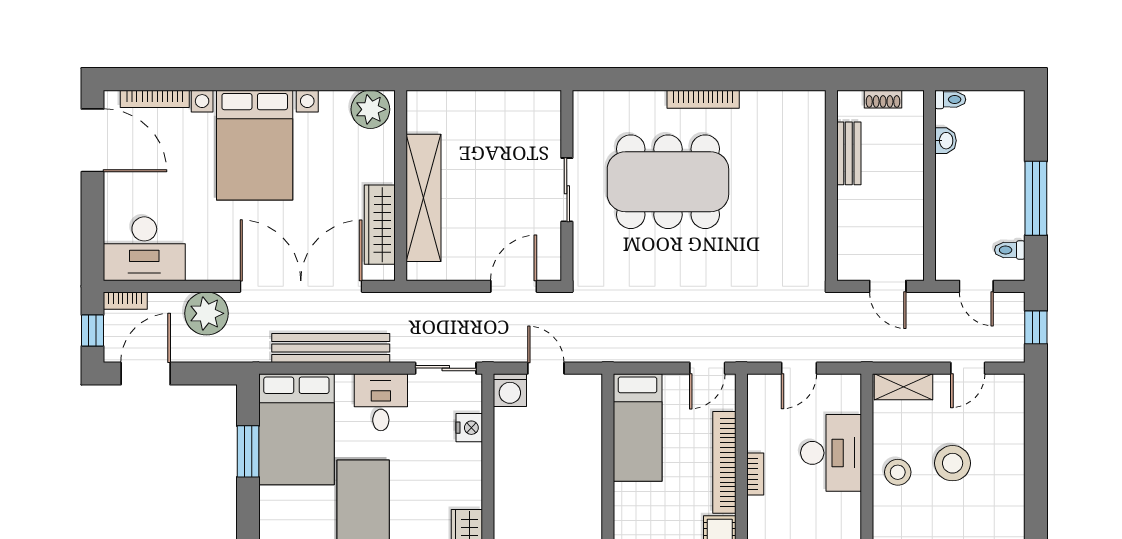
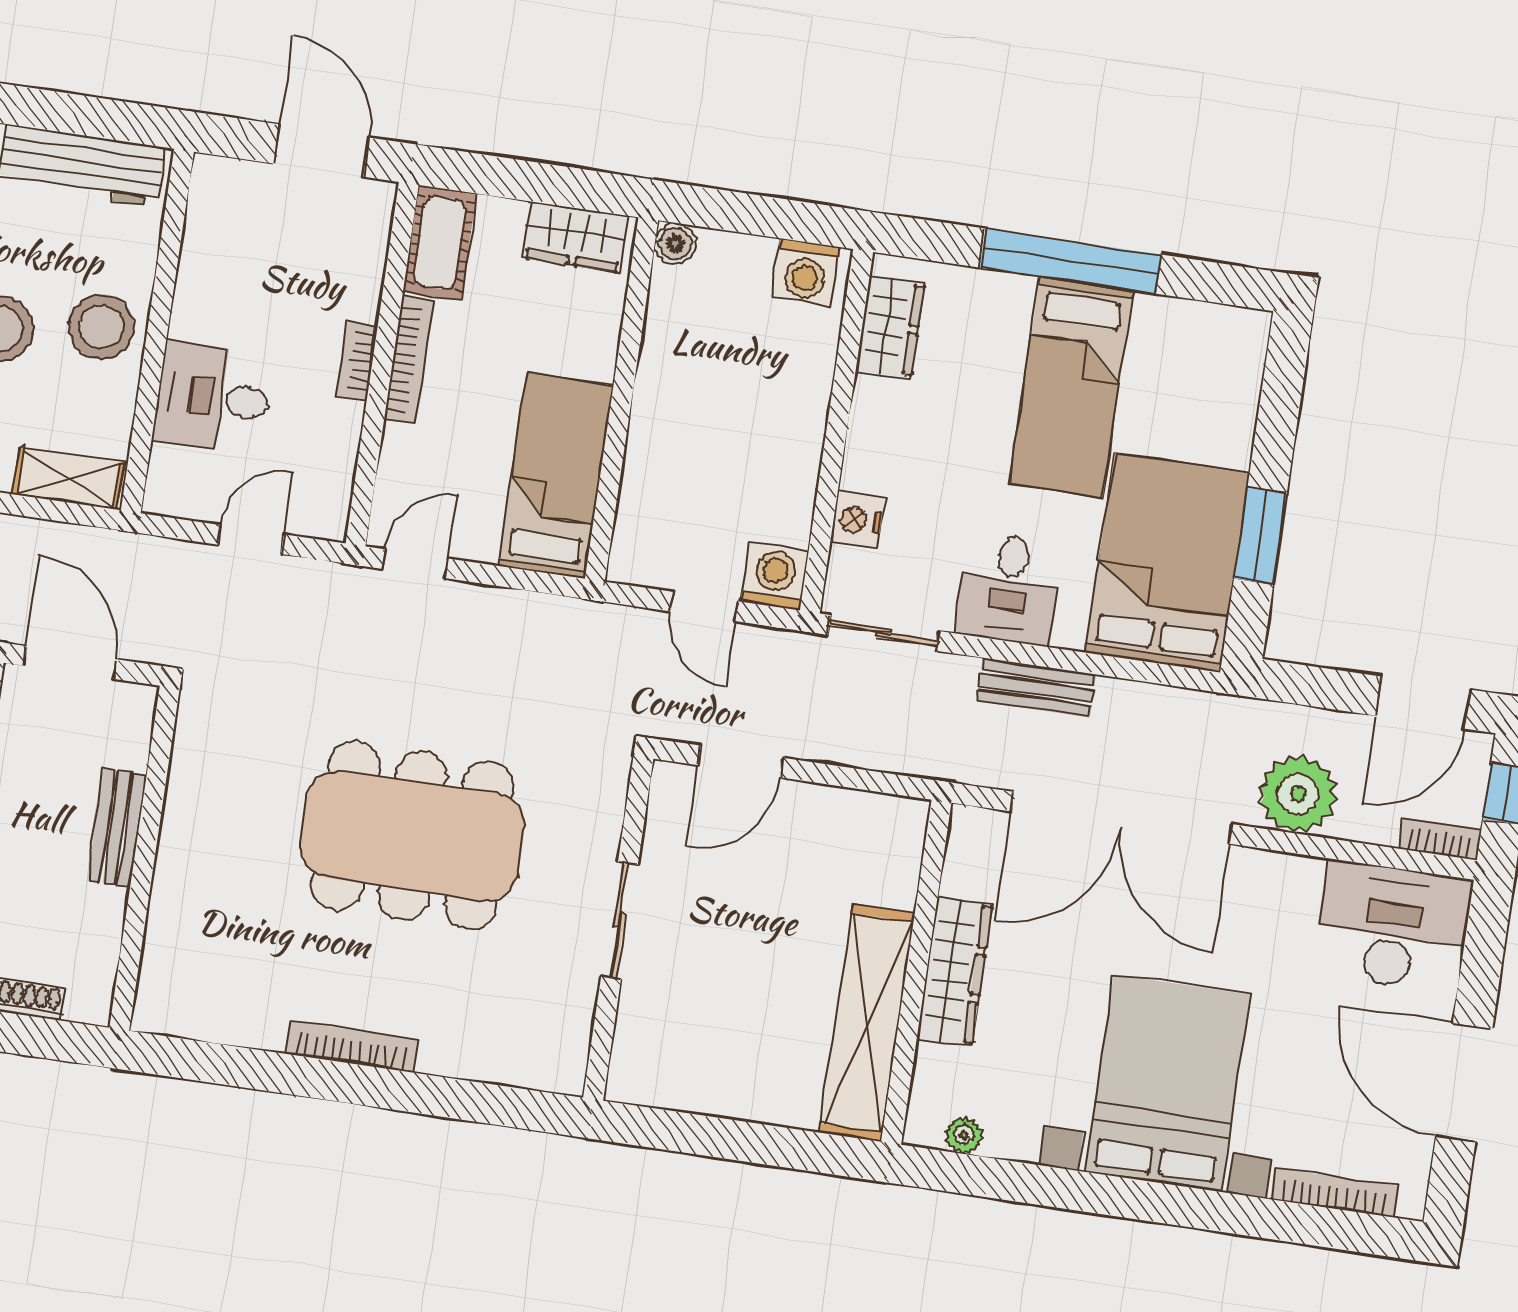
plant: (370, 109) -> (964, 1135), width x0.53, depth x0.53
door: (93, 140) -> (1464, 1083), moved
bench: (849, 153) -> (117, 828), moved
dining table: (668, 182) -> (412, 836), moved
shelving: (423, 198) -> (867, 1023), moved
wardrobe: (380, 225) -> (955, 971), moved
door: (888, 286) -> (70, 663), width x1.38
bench: (331, 348) -> (1036, 688), width x0.54, depth x0.82
desk: (831, 453) -> (213, 398), width x0.73
bookcase: (724, 462) -> (409, 360), width x0.68, depth x0.76
stool: (898, 472) -> (101, 327), width x1.38, depth x1.38

